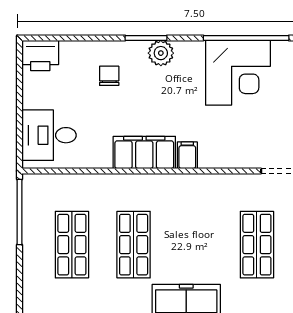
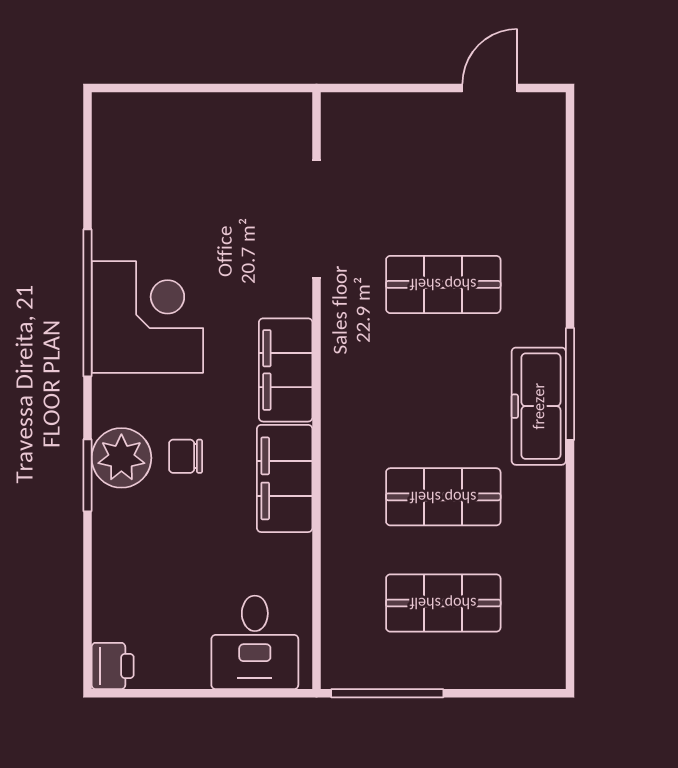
plant: (161, 53) -> (121, 458), width x1.36, depth x1.36
printer: (40, 56) -> (113, 666), width x0.73, depth x0.81
chair: (109, 76) -> (186, 456), moved
filing cabinet: (187, 155) -> (286, 370), width x3.00, depth x1.17

